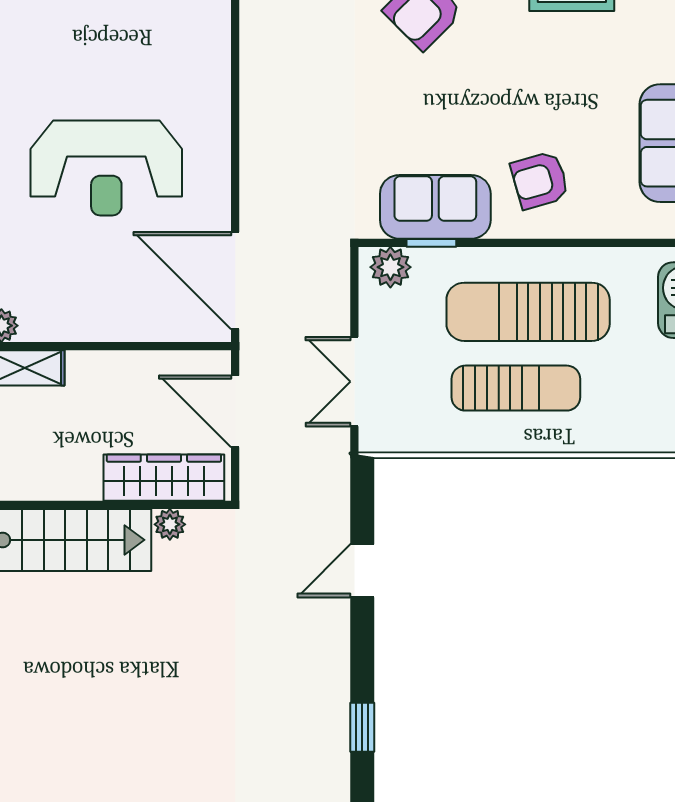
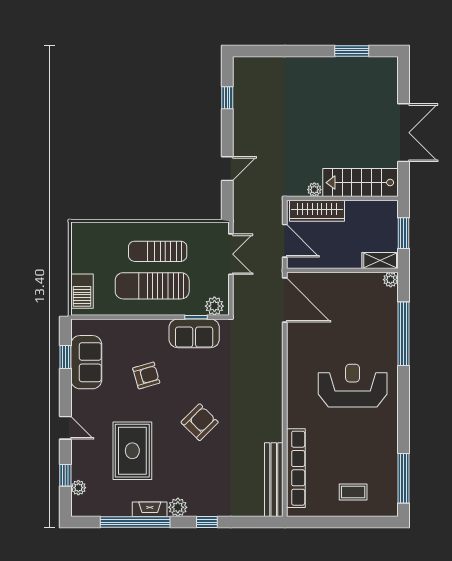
reception desk: (106, 168) -> (353, 386), moved
armchair: (540, 180) -> (146, 375), moved
sun lounger: (528, 312) -> (152, 286), turned 180

